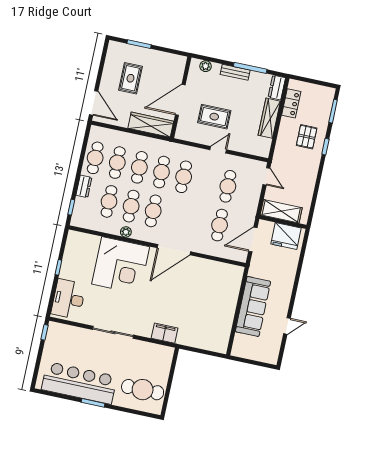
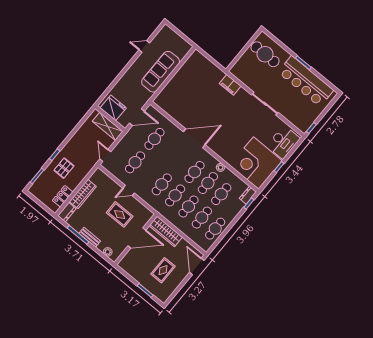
dresser: (84, 186) -> (248, 195), moved
corner desk: (121, 265) -> (256, 163), moved, turned -90

